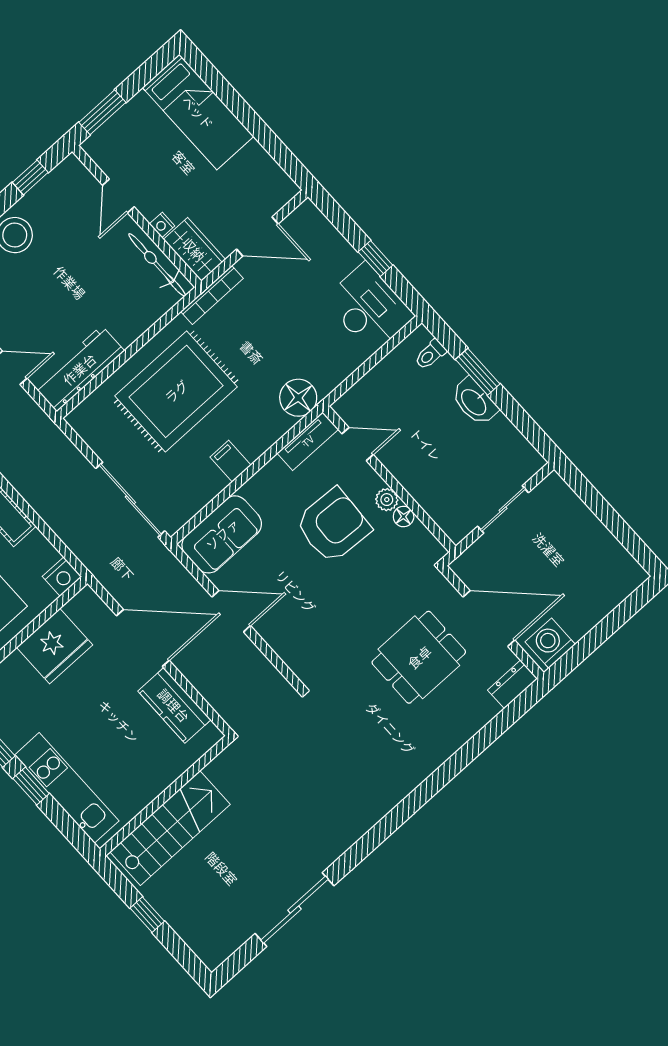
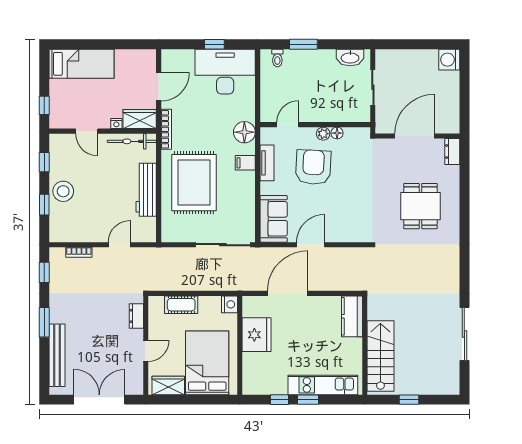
window: (102, 112) -> (44, 105), width x0.67
desk: (369, 308) -> (225, 72), width x1.36, depth x1.30
workbench: (79, 369) -> (146, 190), moved
washbasin: (474, 402) -> (350, 58), moved
tv unit: (308, 441) -> (267, 163), moved
filing cabinet: (230, 461) -> (245, 163), moved
washing machine: (550, 643) -> (449, 60), moved
dining table: (419, 657) -> (420, 206), moved
kitchen counter: (174, 705) -> (352, 316), moved, turned 90

